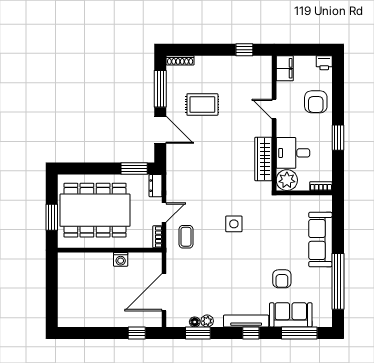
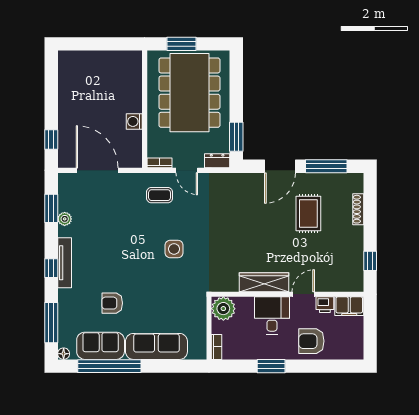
shoe rack: (180, 60) -> (358, 209), moved
printer: (324, 63) -> (325, 305), moved, turned -90
desk: (293, 153) -> (272, 315), moved
wardrobe: (263, 159) -> (264, 282), moved
sofa: (291, 315) -> (101, 346), moved, turned -90
floor lamp: (195, 322) -> (64, 354), moved

